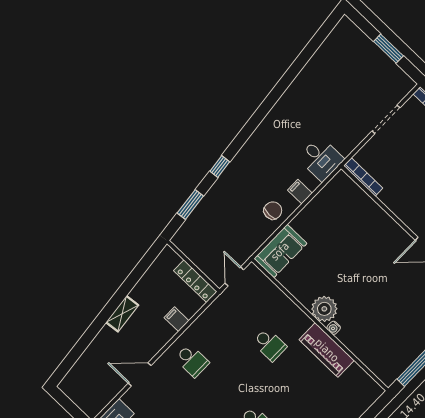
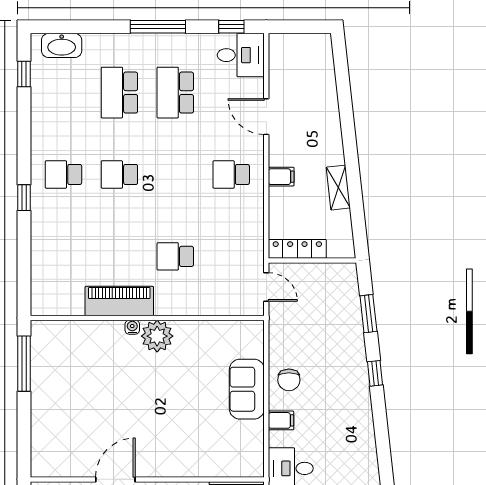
sofa: (280, 251) -> (247, 389), moved
shelving: (122, 314) -> (338, 188), moved
filing cabinet: (177, 319) -> (281, 177), moved
door: (140, 374) -> (266, 117), swing flipped

